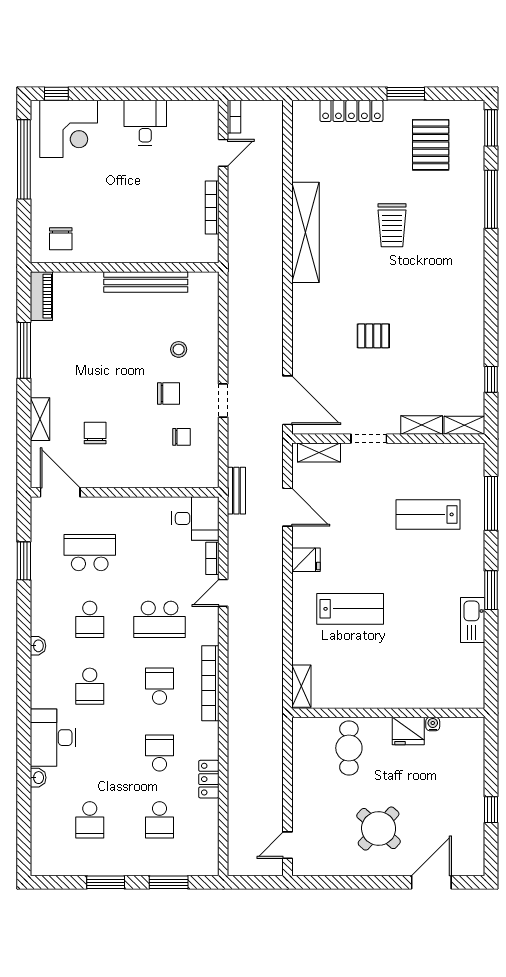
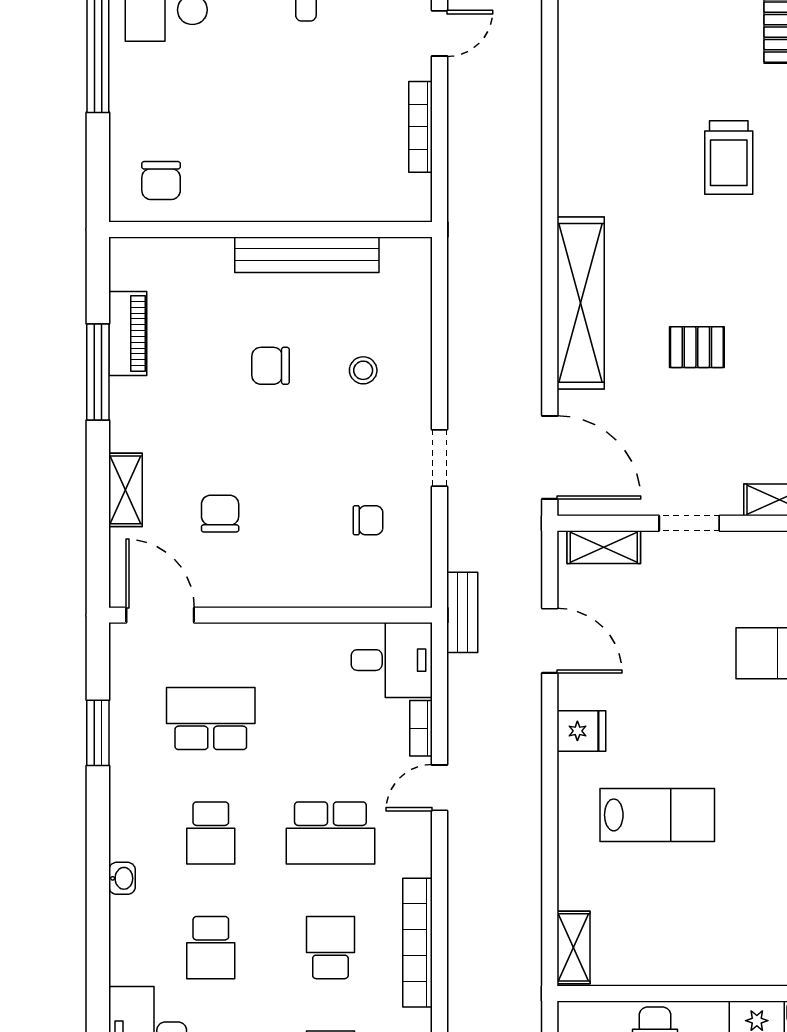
shelving: (305, 232) -> (581, 303), moved
piano: (41, 296) -> (128, 333), moved
chair: (169, 393) -> (271, 366), moved, turned 180

